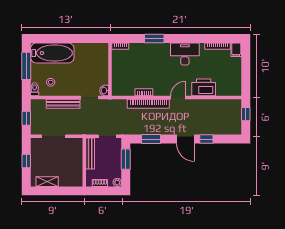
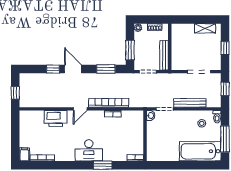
desk: (185, 54) -> (89, 150), moved

